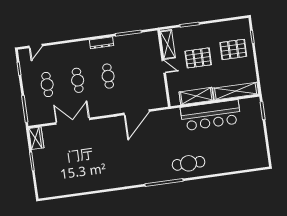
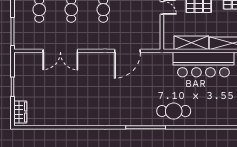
double door: (73, 121) -> (60, 51), swing flipped
wardrobe: (36, 138) -> (20, 112), moved

